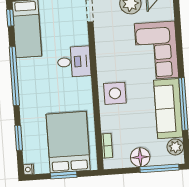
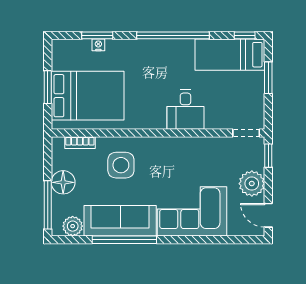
side table: (115, 93) -> (121, 165), moved
nightstand: (29, 169) -> (98, 45), moved

